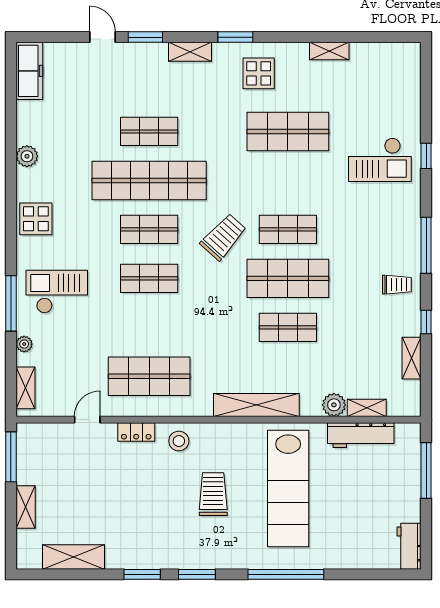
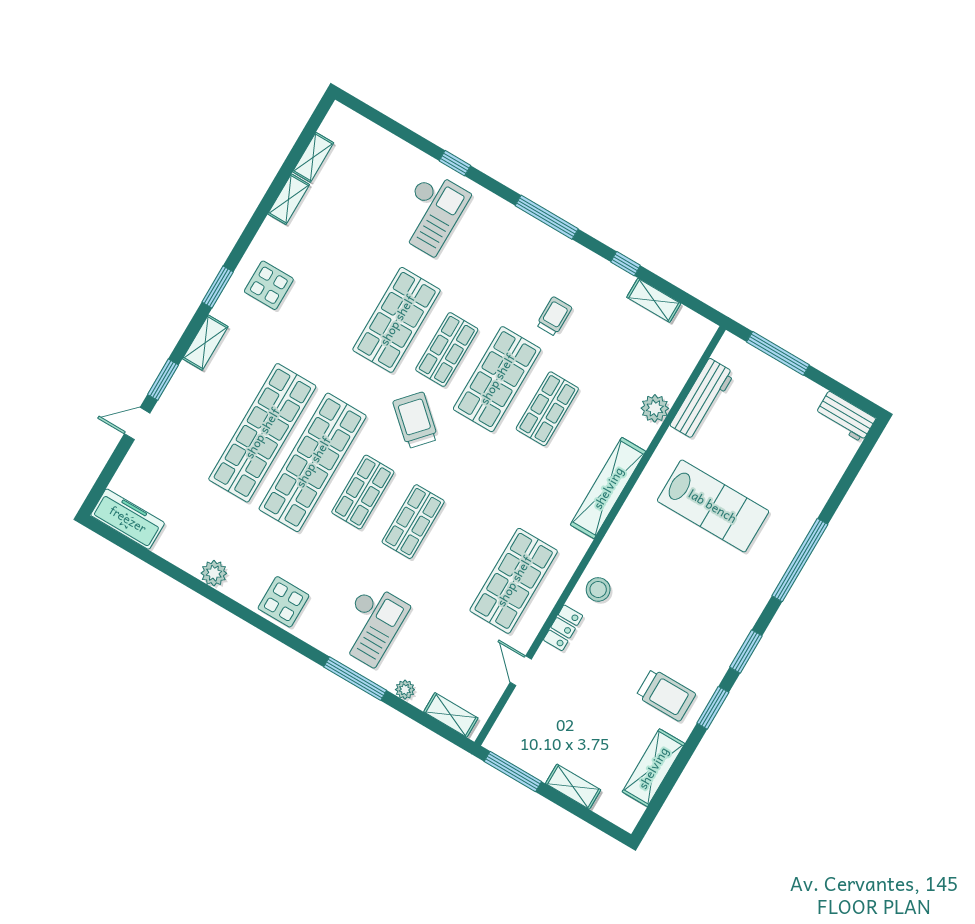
shop shelf: (149, 131) -> (262, 433), width x2.00, depth x1.36
shop shelf: (288, 131) -> (397, 320), moved
trolley: (397, 285) -> (554, 316), moved
checkout: (57, 292) -> (371, 625), turned 180
shelving: (367, 408) -> (313, 157), moved
lab bench: (288, 489) -> (713, 506), width x0.73
trolley: (213, 494) -> (666, 695), moved, turned 180

